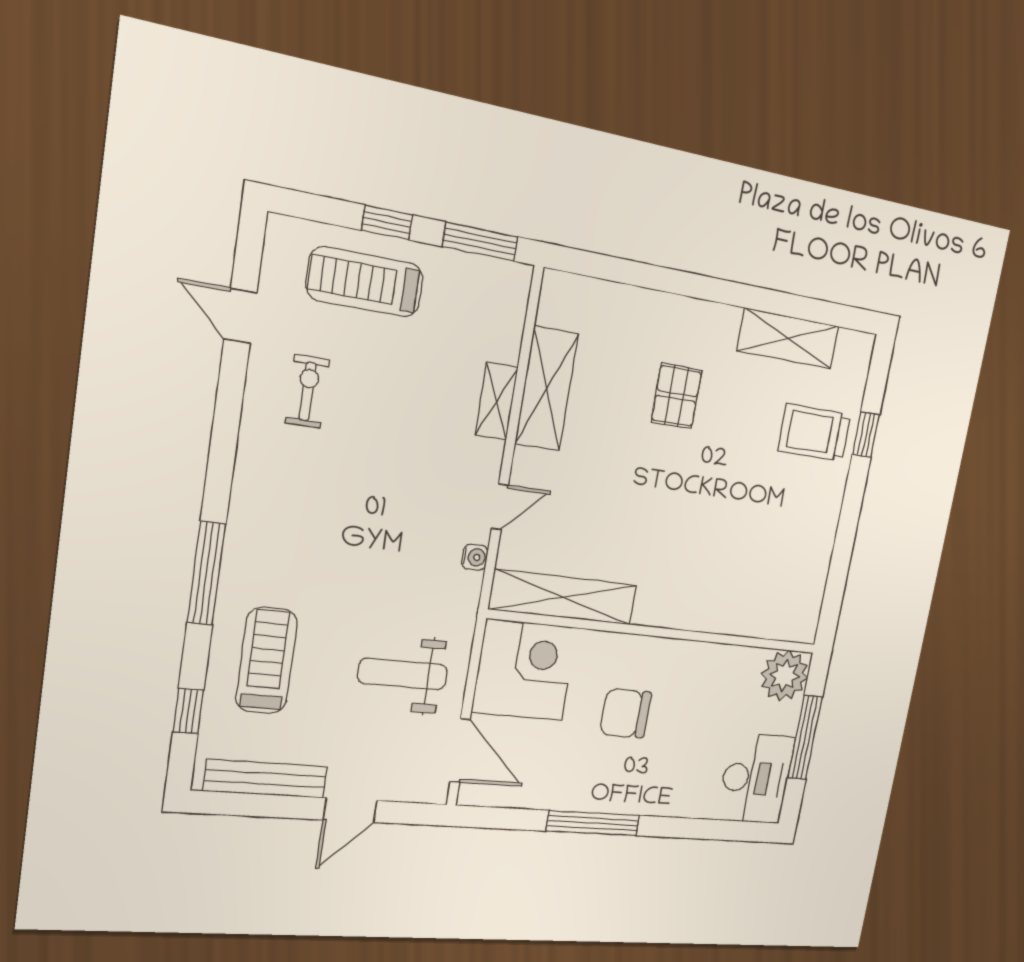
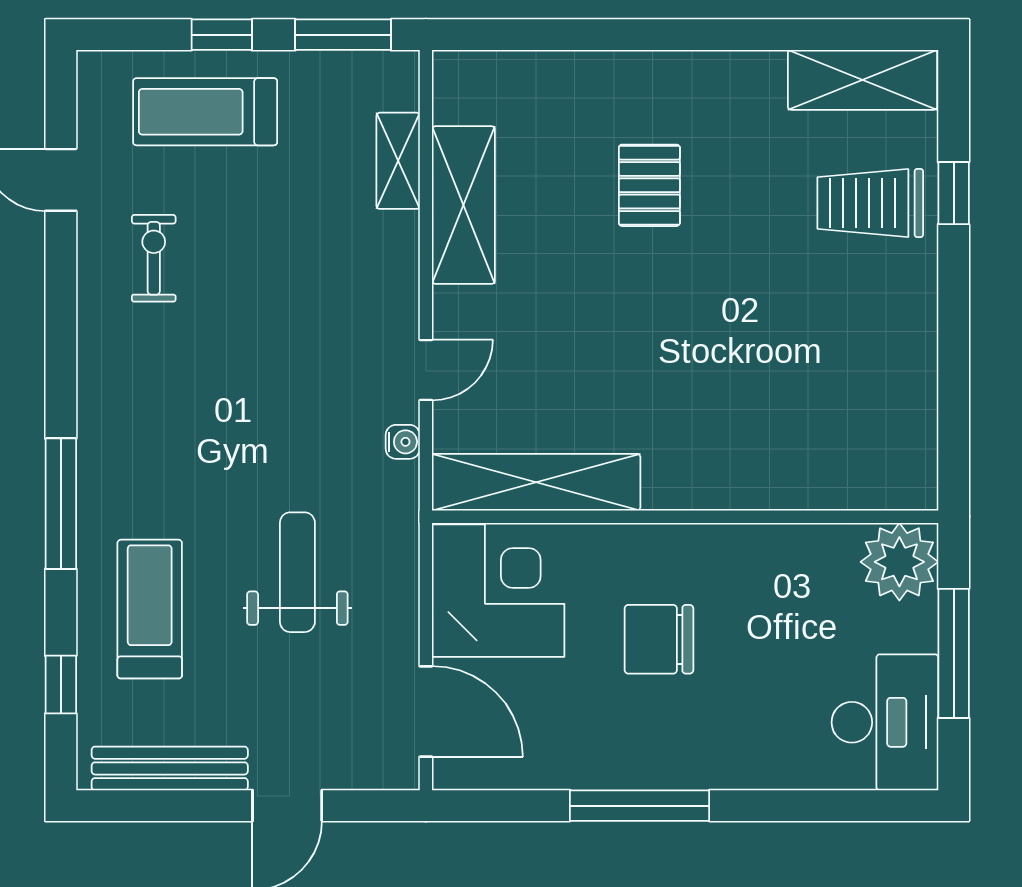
shelving: (788, 338) -> (862, 80), moved
shelving: (496, 401) -> (398, 161), moved
weight bench: (403, 674) -> (297, 572), moved, turned 90

